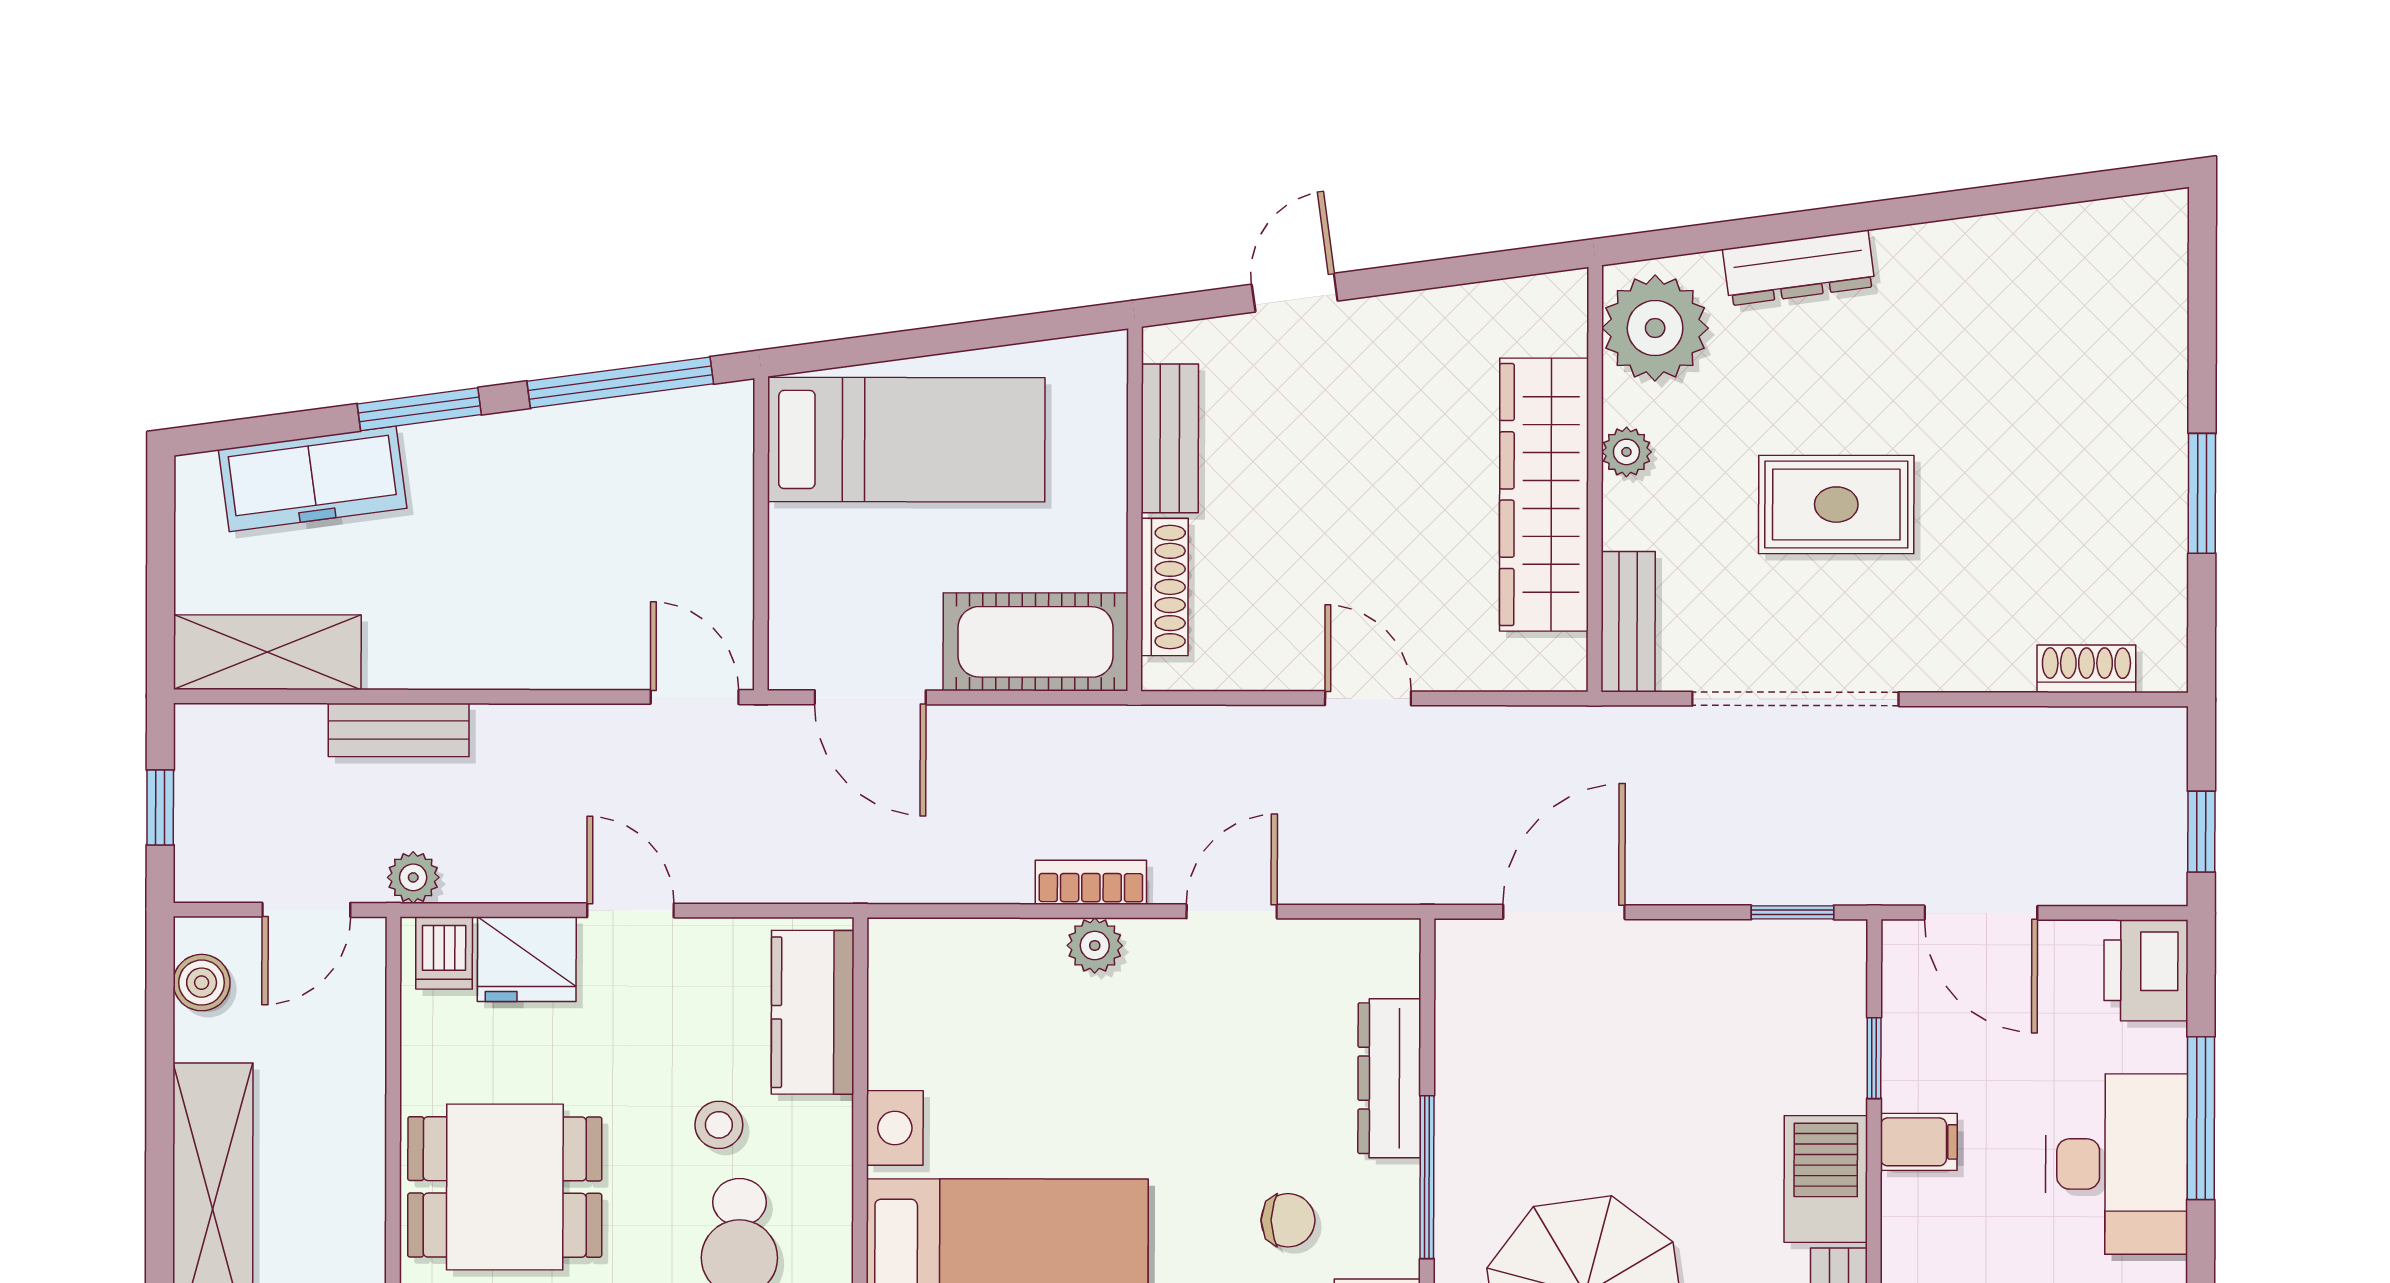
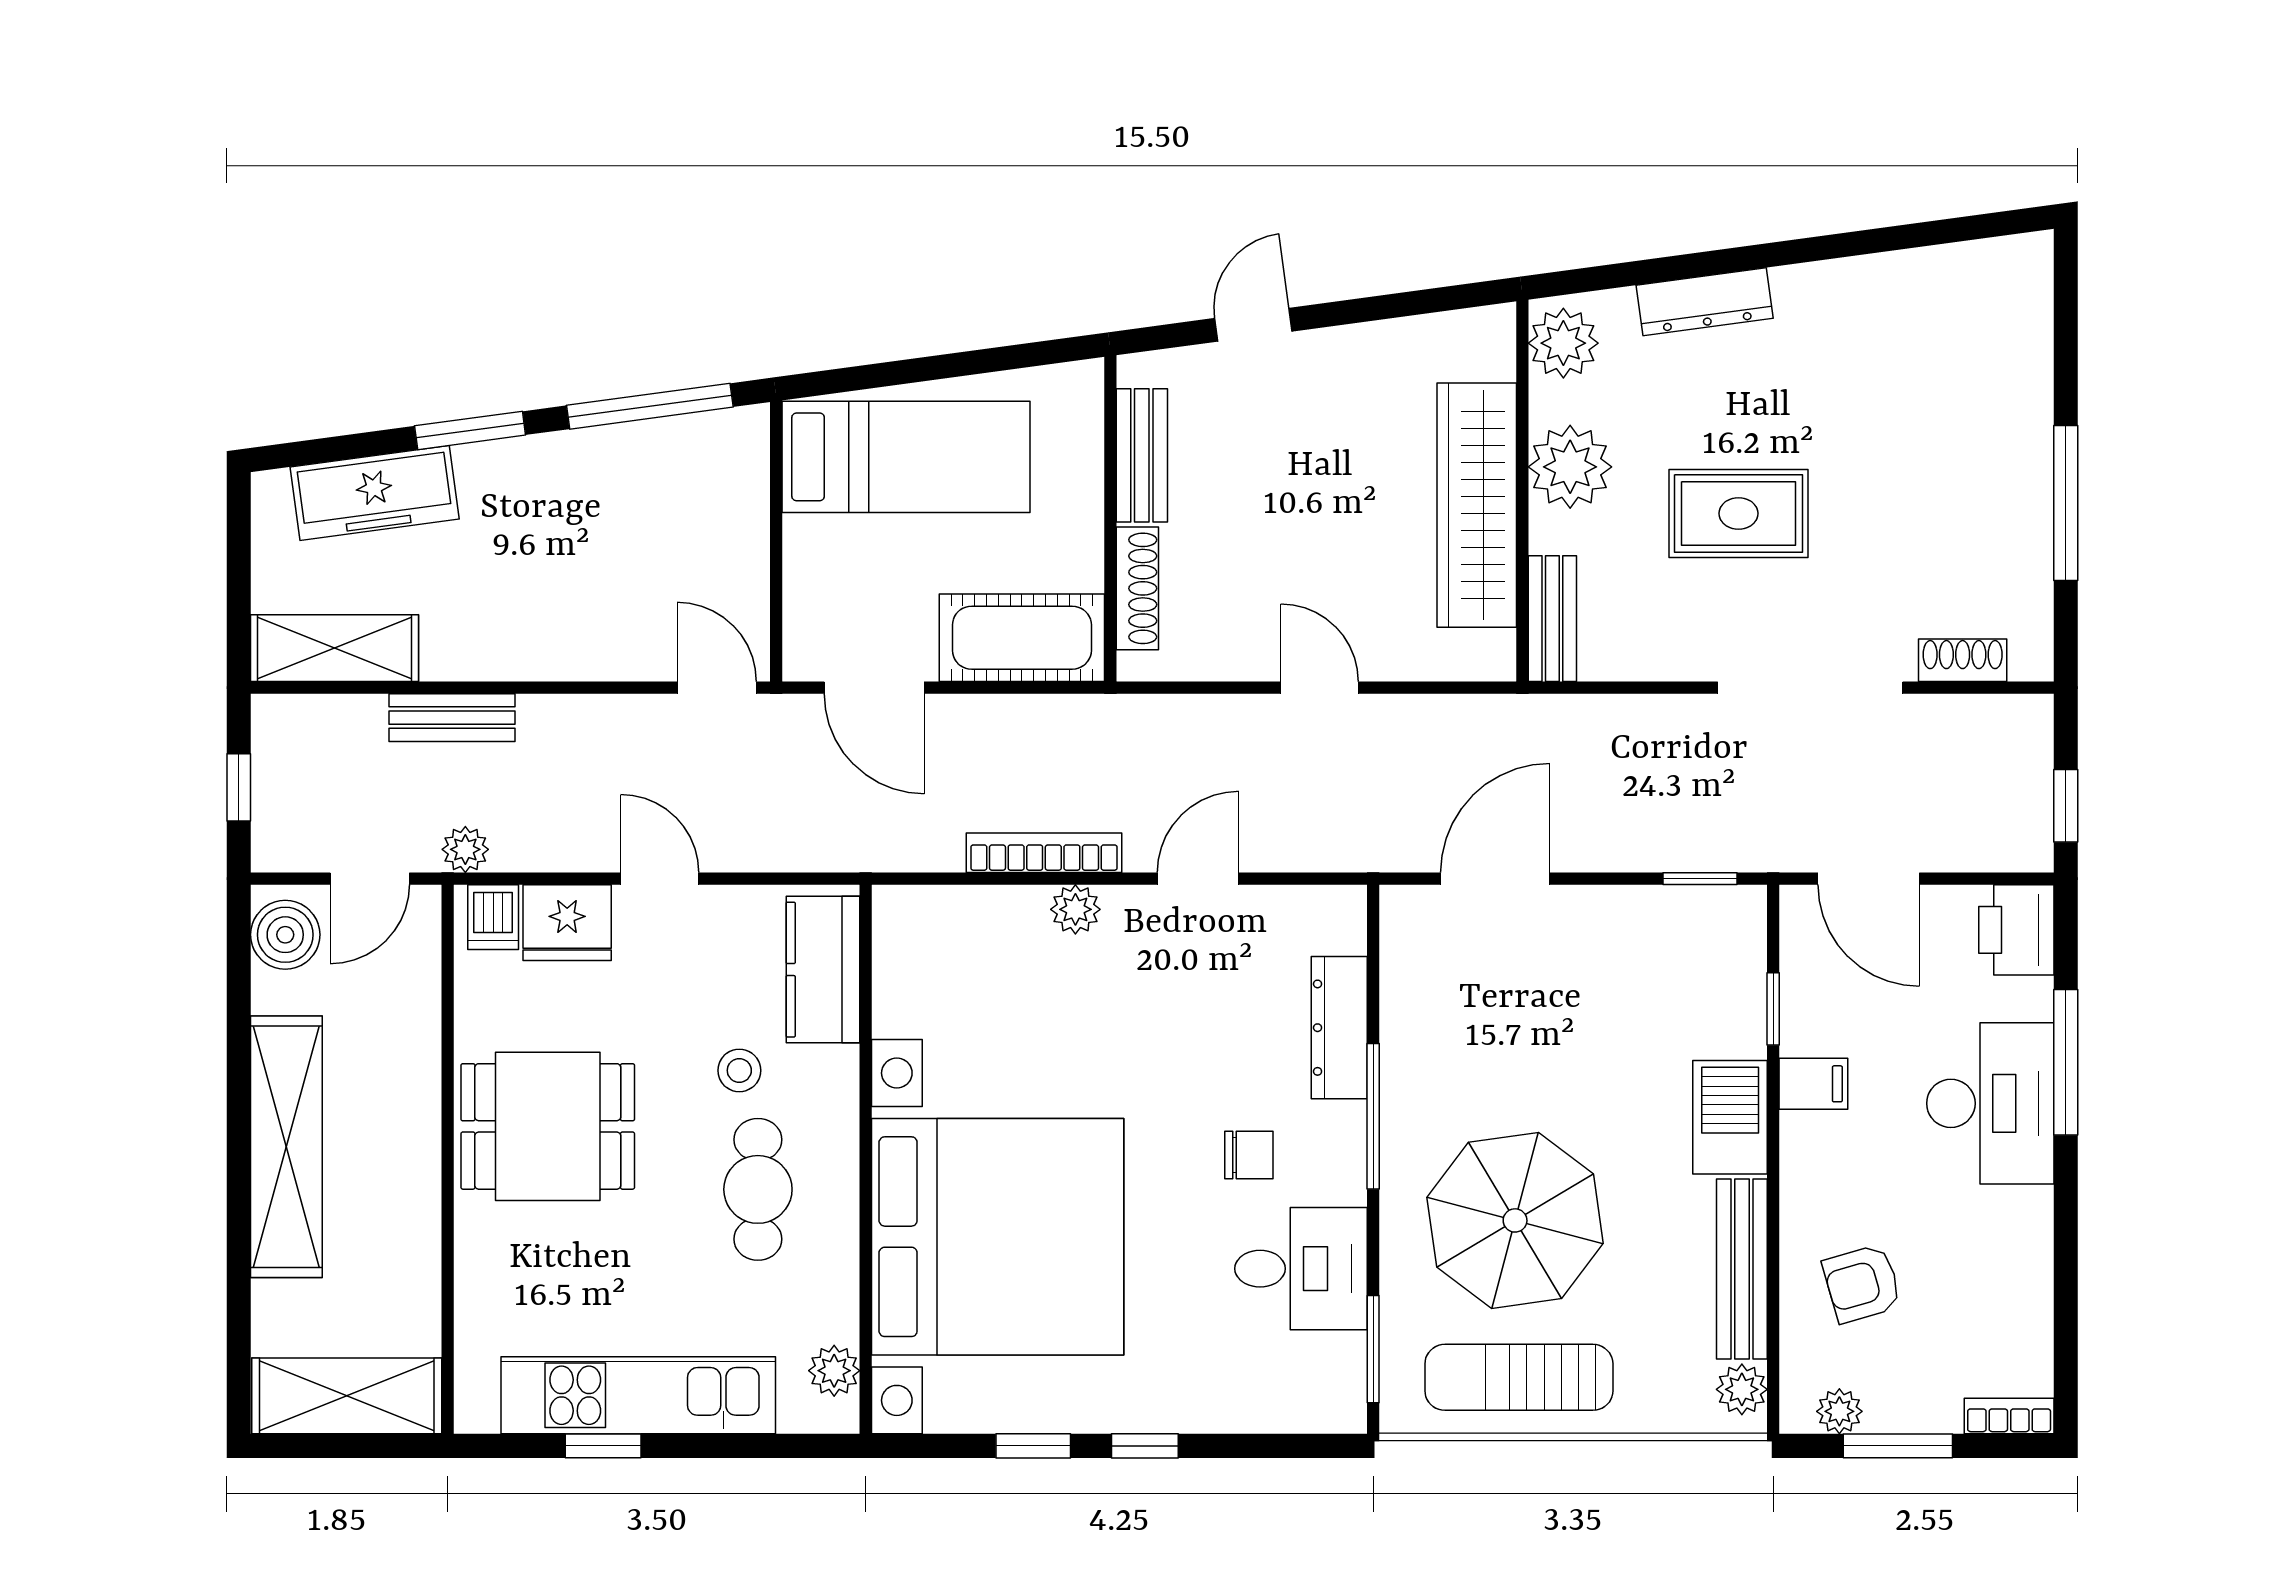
plant: (1655, 328) -> (1563, 343), width x0.73, depth x0.73
plant: (1626, 452) -> (1570, 467), width x1.87, depth x1.87
window: (2202, 493) -> (2066, 503), width x1.44
doorway: (1795, 699) -> (1810, 688), moved
bookcase: (1091, 882) -> (1044, 853), width x1.56
boiler: (202, 983) -> (285, 935), width x1.36, depth x1.36

